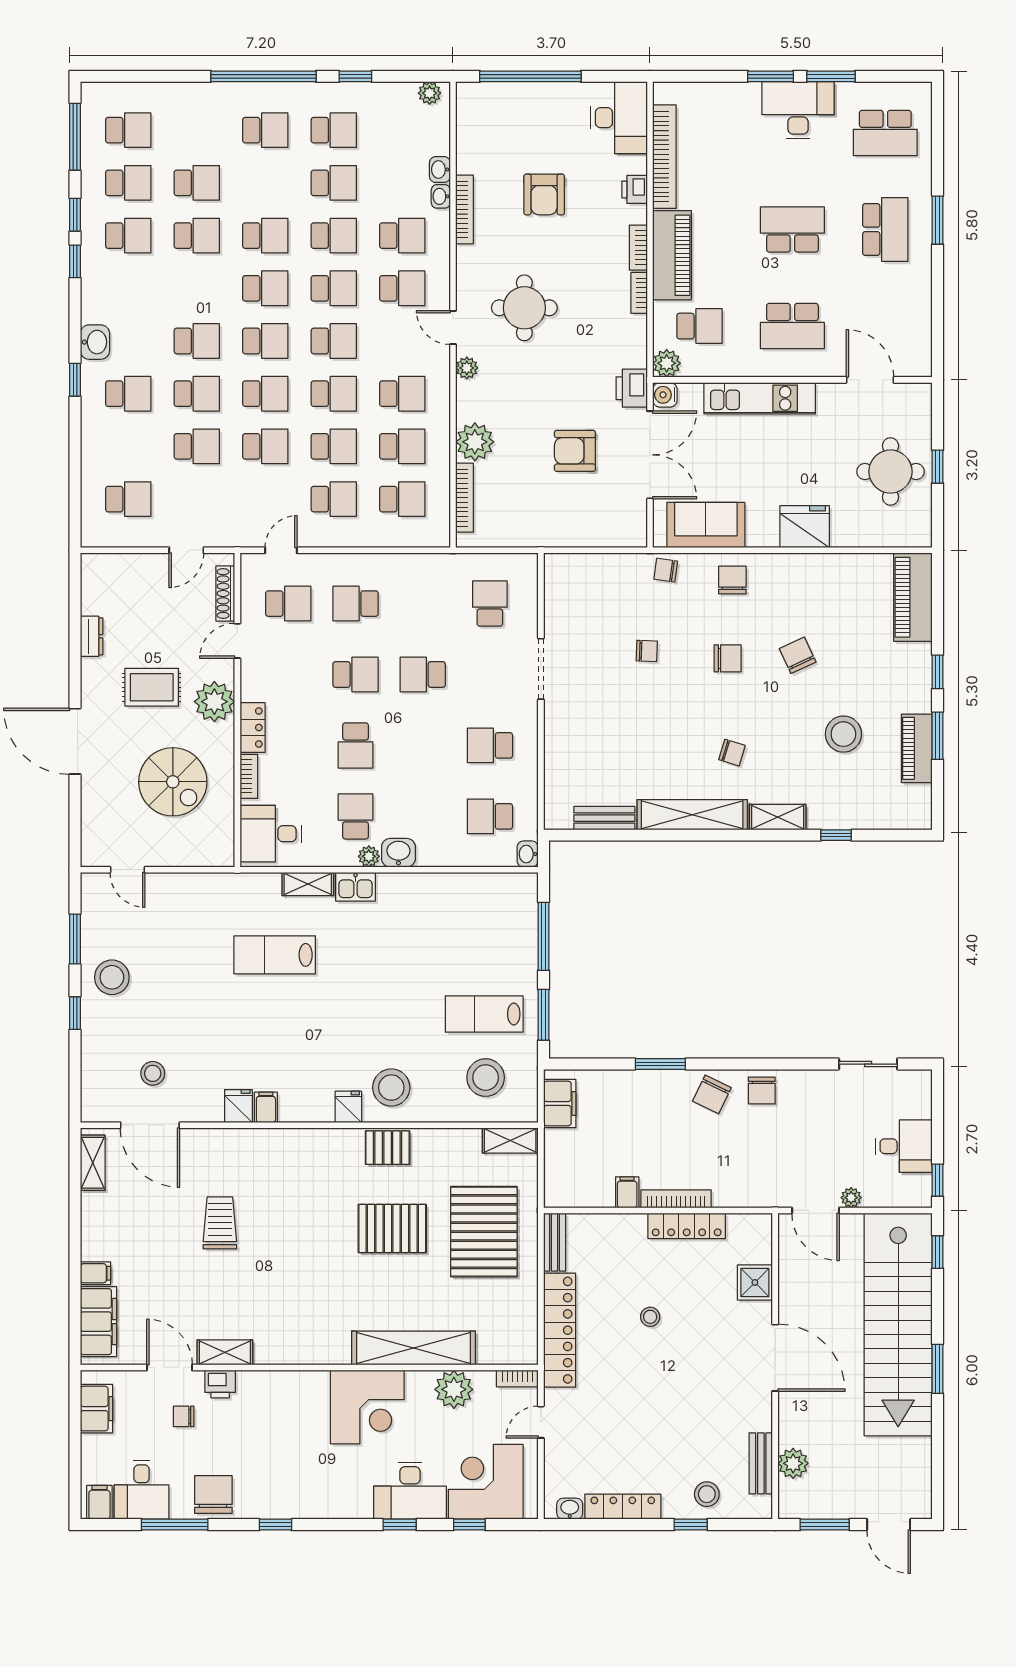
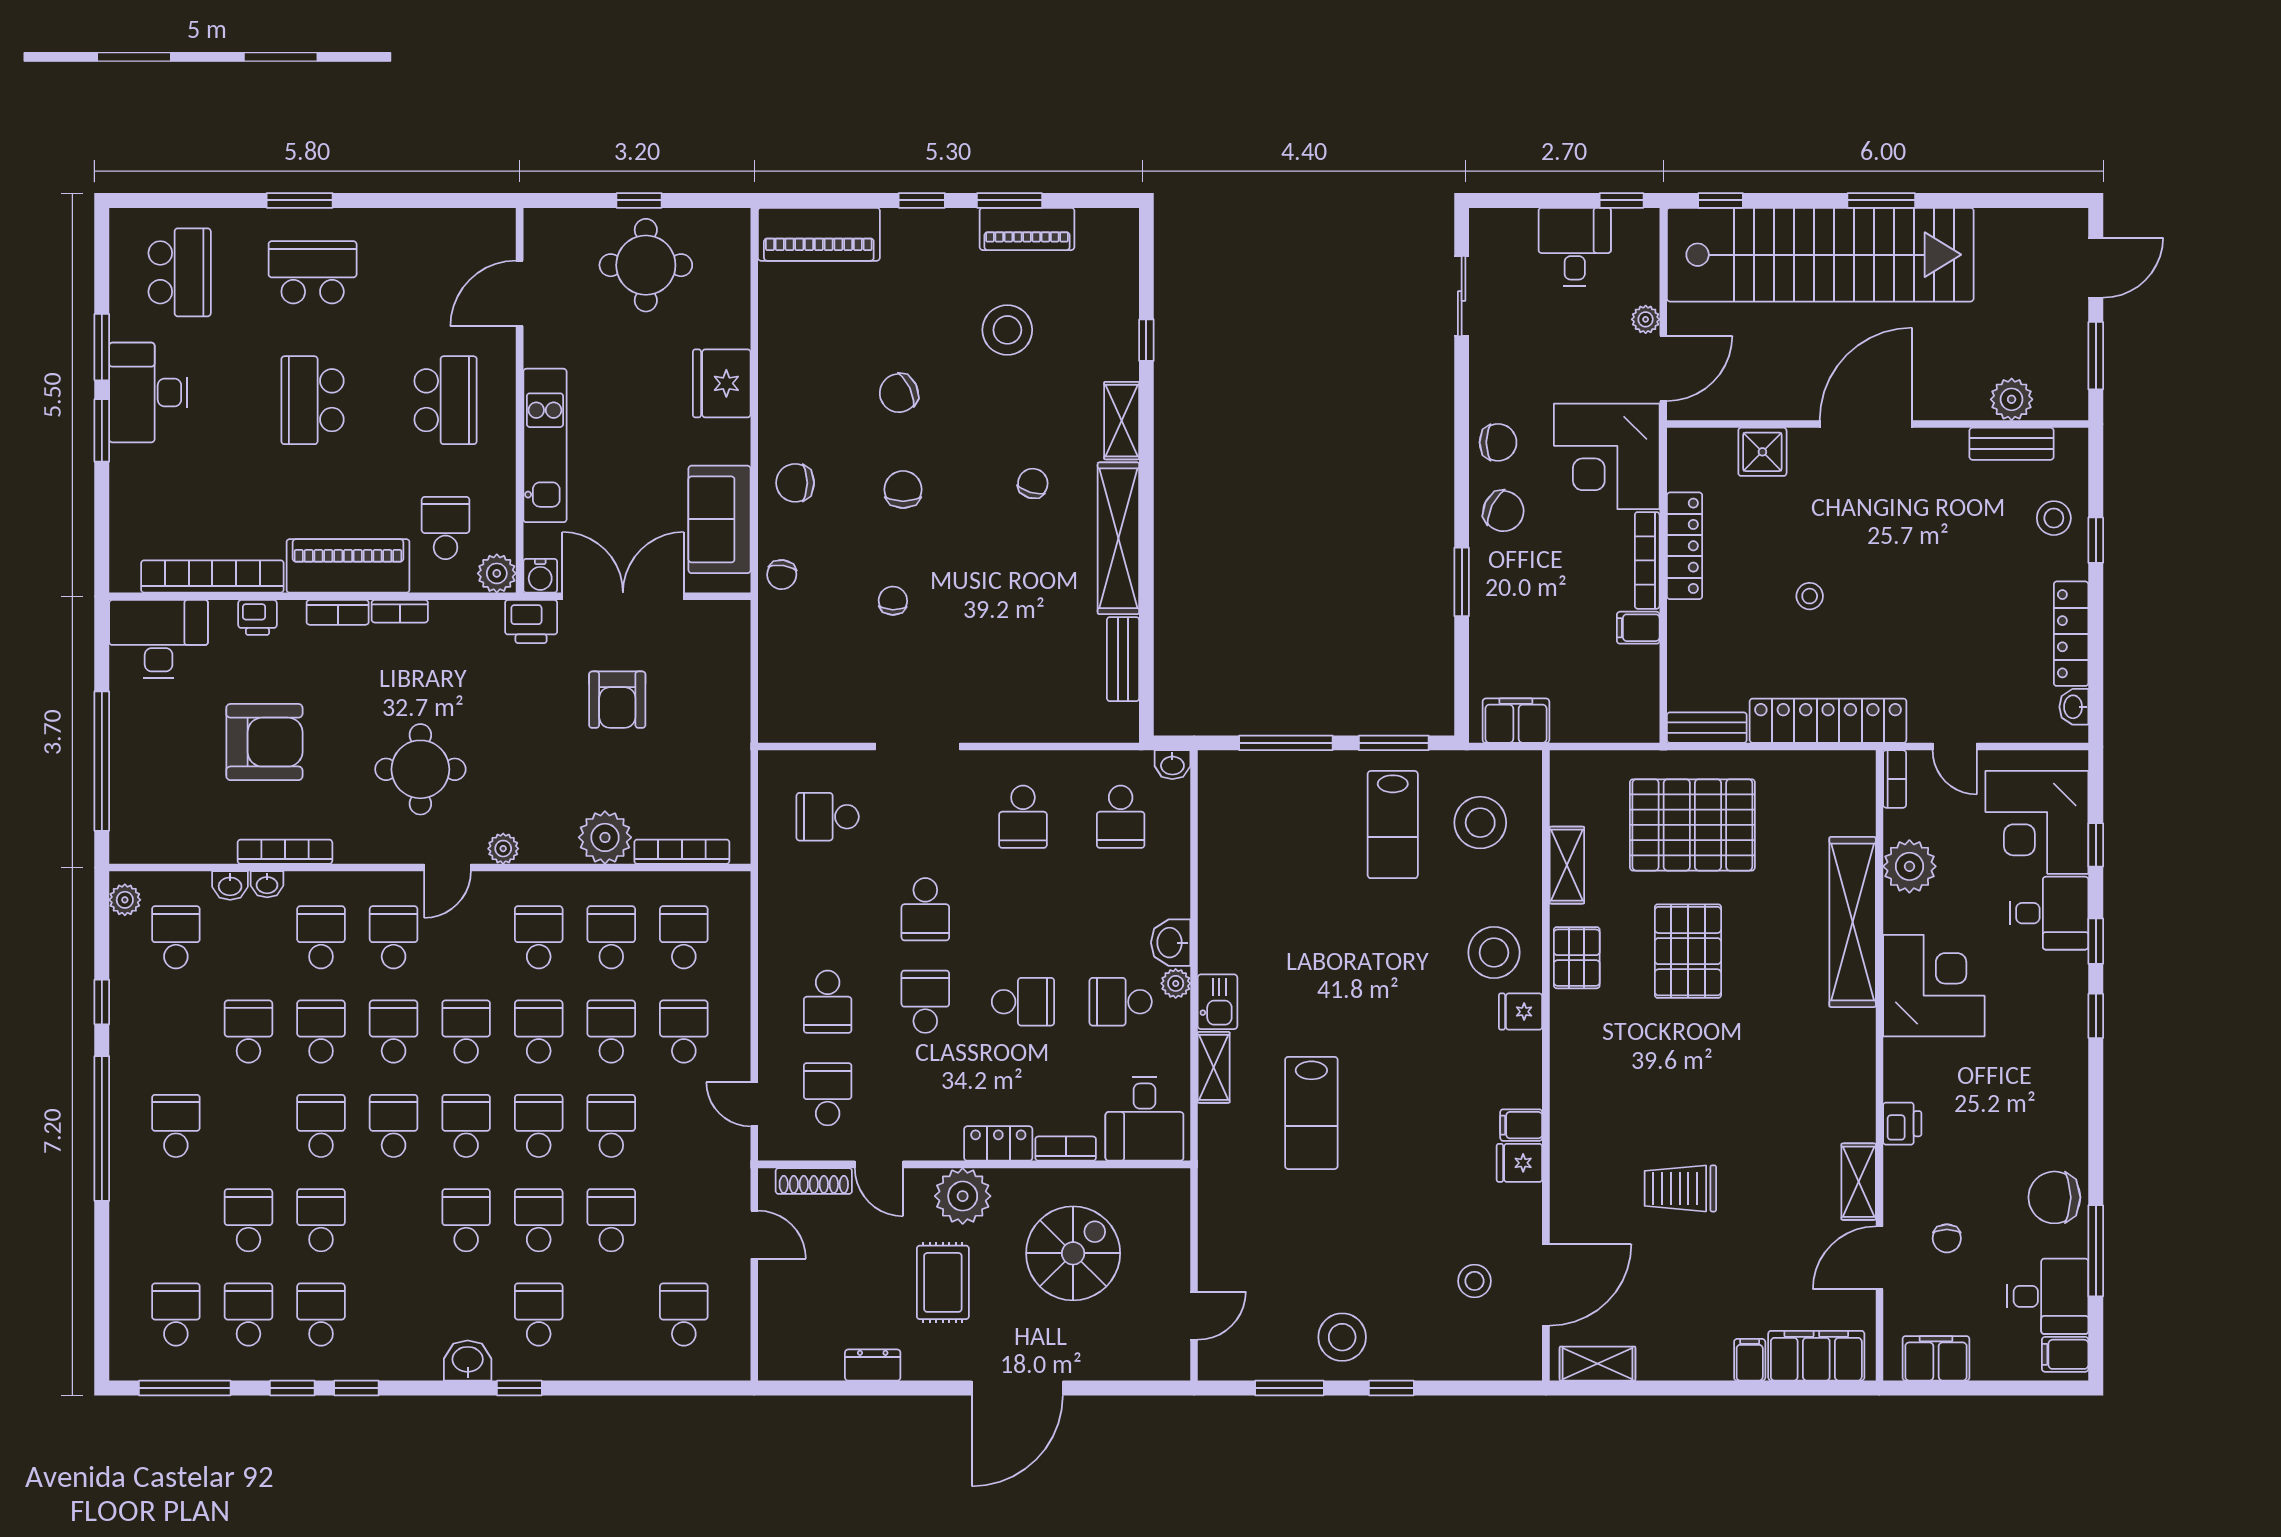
school desk: (334, 130) -> (176, 937), moved
armchair: (544, 194) -> (264, 742), width x1.36, depth x1.36
shelving: (510, 1140) -> (1567, 865), moved
corner desk: (752, 1169) -> (1607, 456), added
printer: (220, 1384) -> (1902, 1124), moved
desk: (410, 1491) -> (2049, 913), width x0.73
window: (275, 1525) -> (2096, 1016), moved

